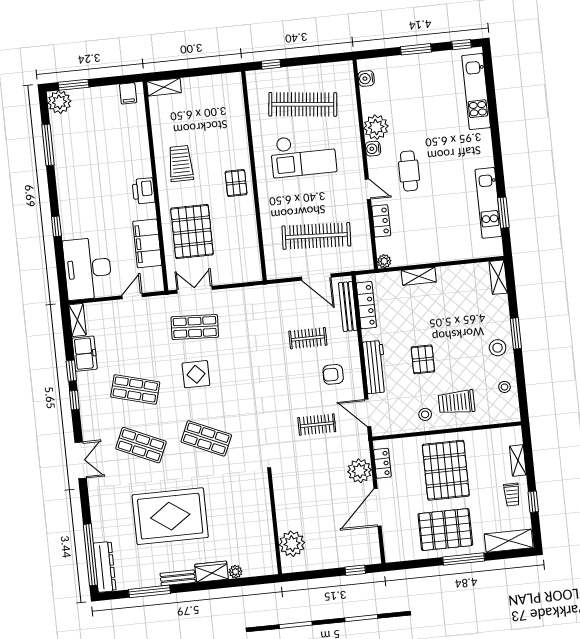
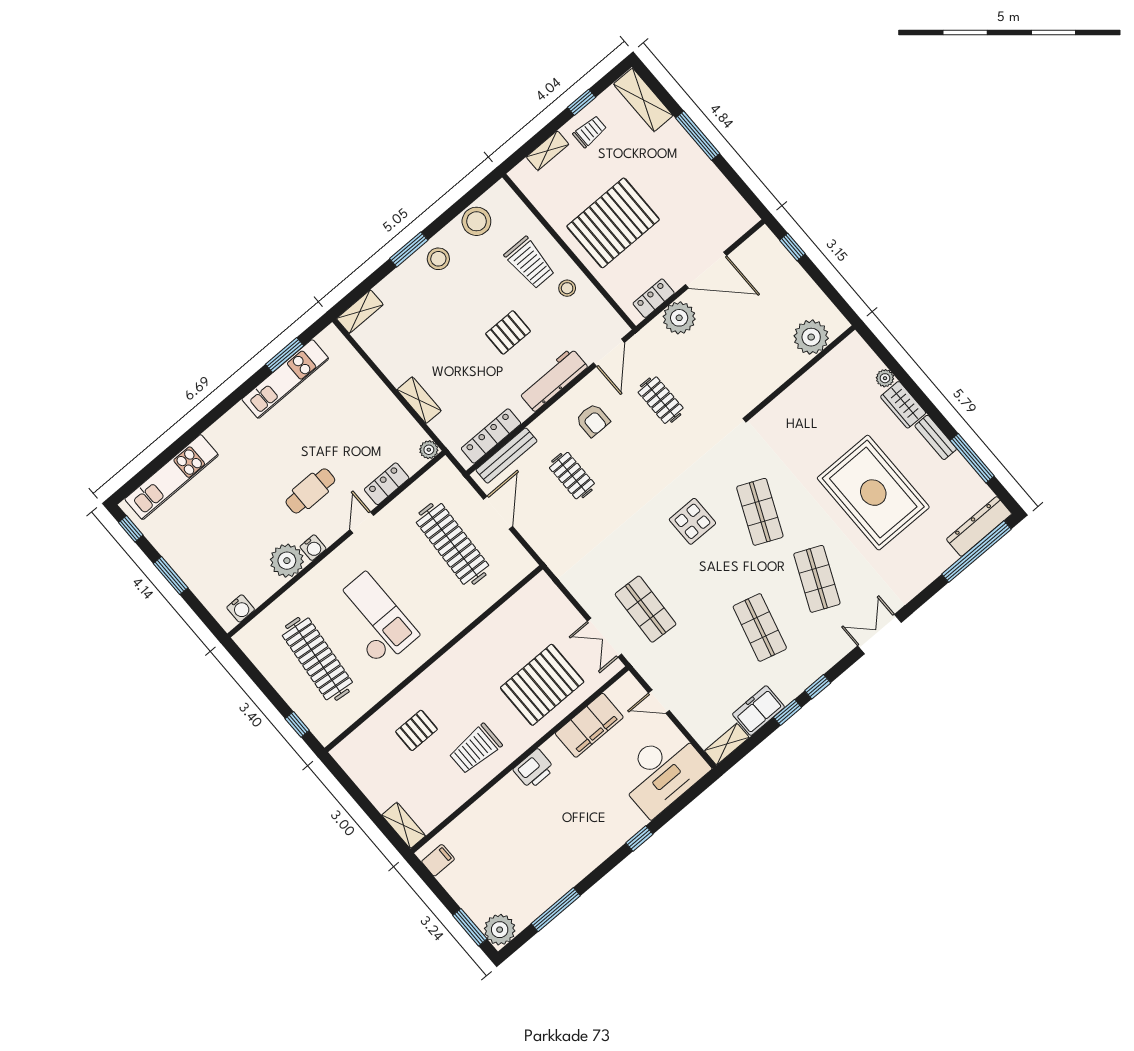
pallet: (236, 183) -> (417, 730), moved
display table: (196, 374) -> (692, 521), moved
stool: (504, 387) -> (476, 221), width x1.89, depth x1.89
pallet: (445, 530) -> (679, 178), removed

